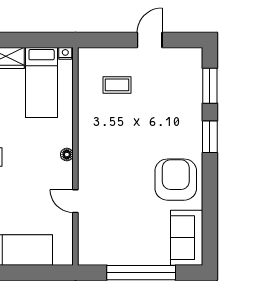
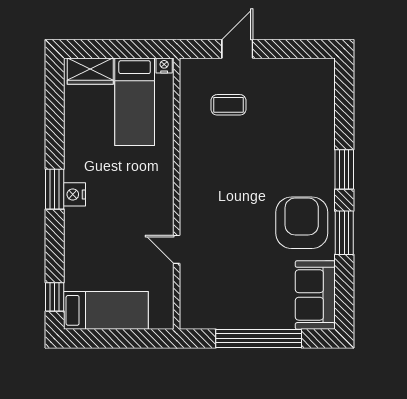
door: (150, 40) -> (237, 49), moved
window: (210, 86) -> (344, 233), moved
floor lamp: (67, 155) -> (166, 191), removed

